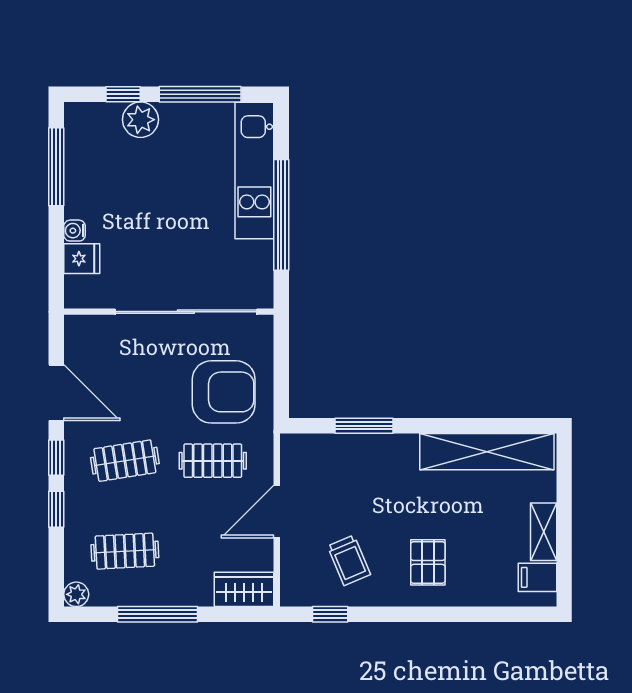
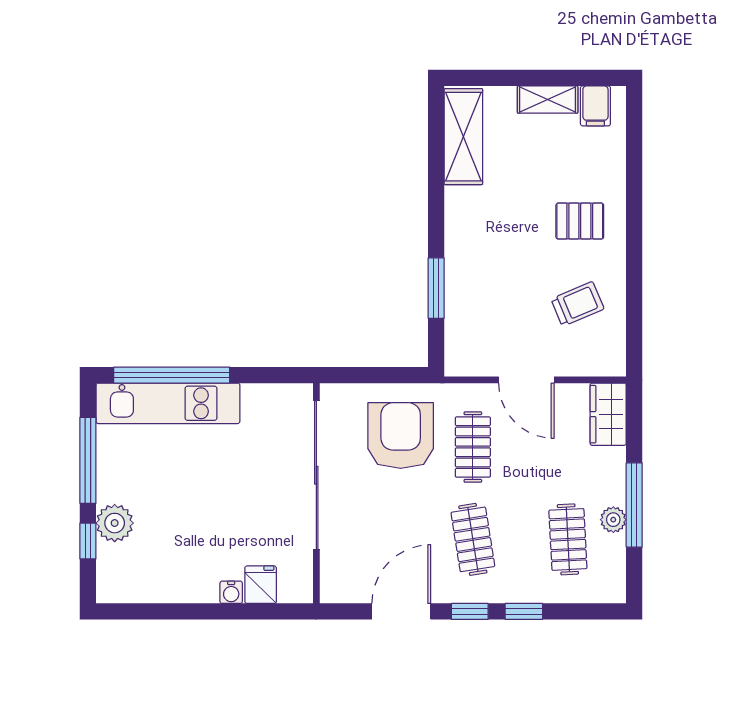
window: (56, 167) -> (164, 611), removed
window: (281, 215) -> (172, 375), moved
shelving: (487, 452) -> (463, 137), width x0.68
plant: (76, 594) -> (613, 520), moved
window: (330, 614) -> (634, 324), removed

